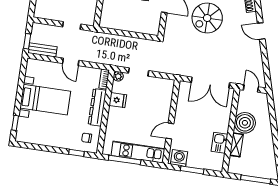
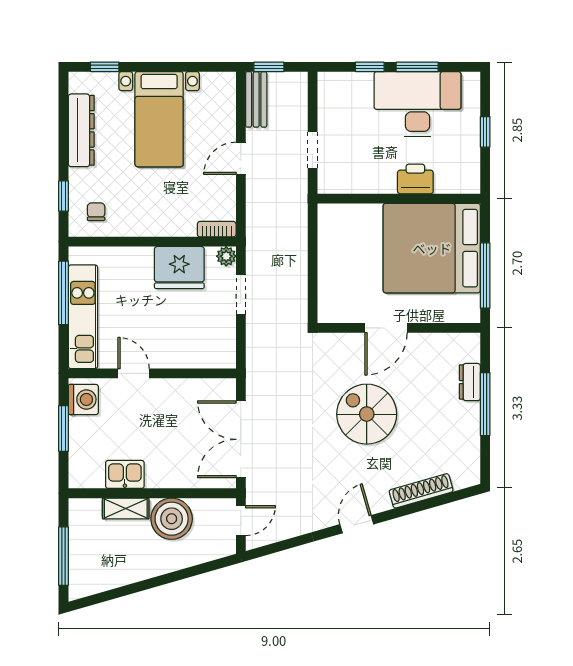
fridge: (118, 100) -> (179, 268), width x1.88, depth x1.34
dresser: (97, 107) -> (81, 130), moved, turned 90

